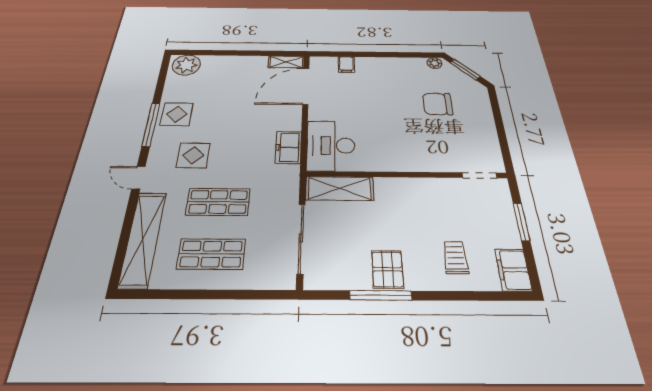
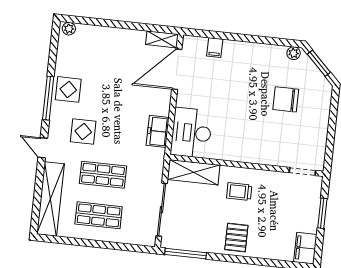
plant: (186, 65) -> (69, 29), width x0.53, depth x0.53
trolley: (455, 258) -> (239, 192), moved, turned -90
pallet: (387, 269) -> (236, 238), moved
window: (381, 295) -> (186, 254), moved

